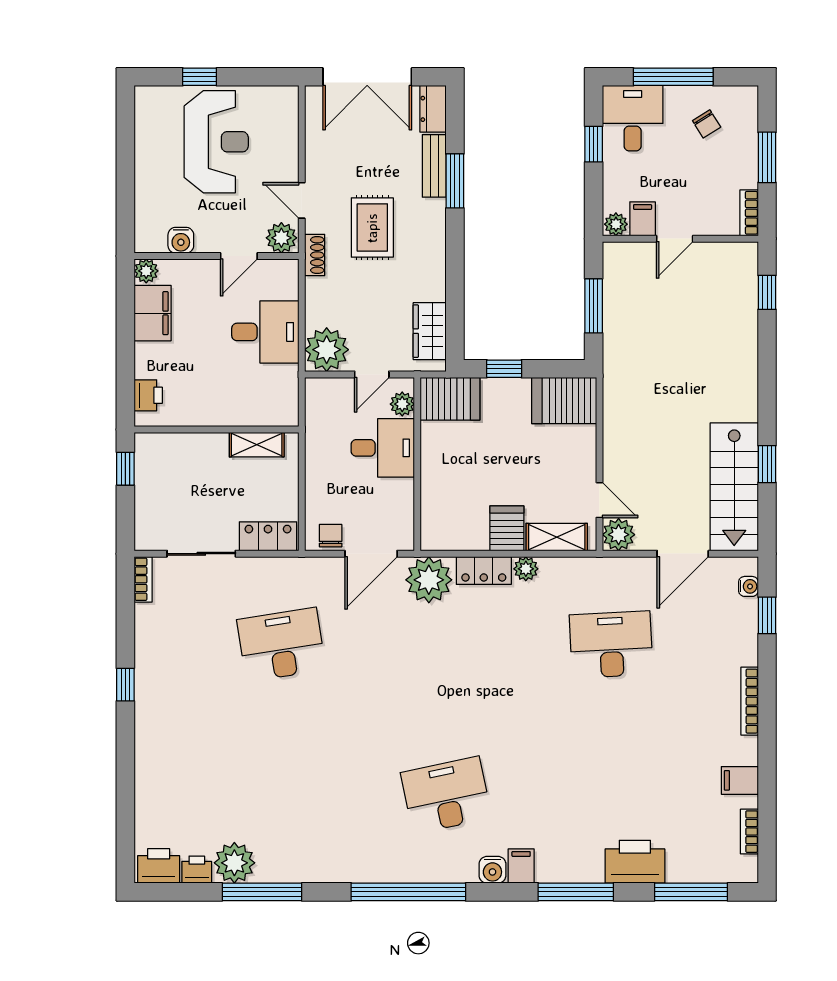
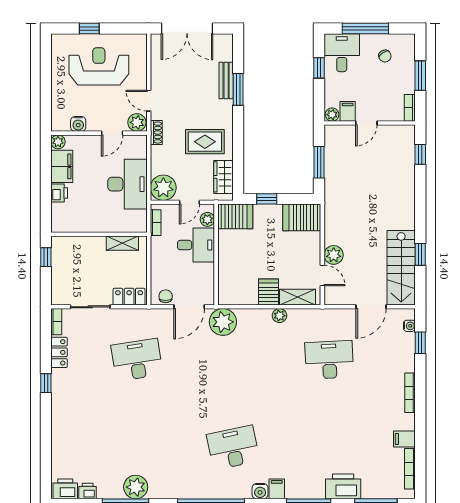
dresser: (433, 109) -> (225, 47), removed
reception desk: (216, 142) -> (99, 66), turned -90
rug: (372, 228) -> (205, 142), moved, turned 90
desk: (265, 332) -> (127, 184), width x1.37
printer: (148, 395) -> (59, 193), moved
bookcase: (314, 409) -> (156, 223), added
plant: (619, 535) -> (334, 255), moved
locker: (484, 571) -> (59, 352), moved, turned -90
bookcase: (749, 832) -> (410, 469), width x1.56
plant: (234, 863) -> (136, 487), moved

